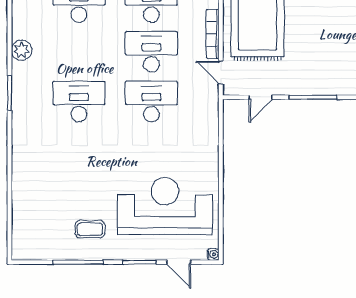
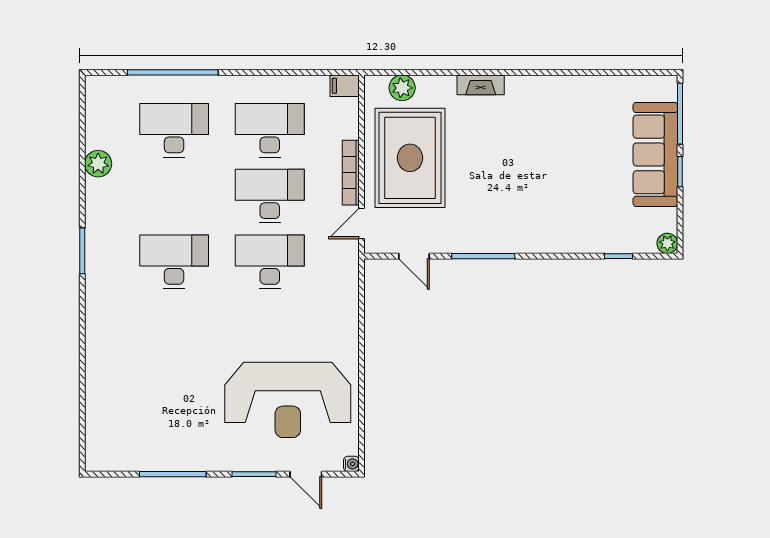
plant: (22, 50) -> (98, 164), moved
door: (221, 73) -> (362, 224), hinge flipped
door: (261, 97) -> (414, 256), hinge flipped
reception desk: (165, 206) -> (288, 400), turned 180
coffee table: (90, 229) -> (188, 430), removed

